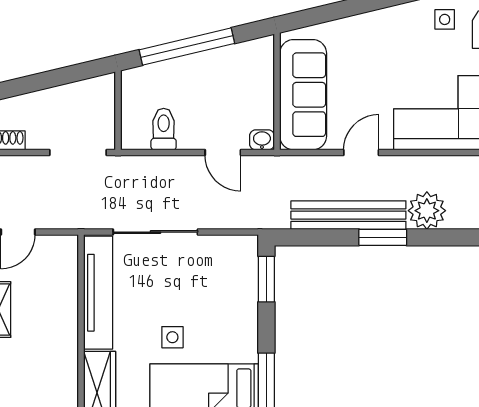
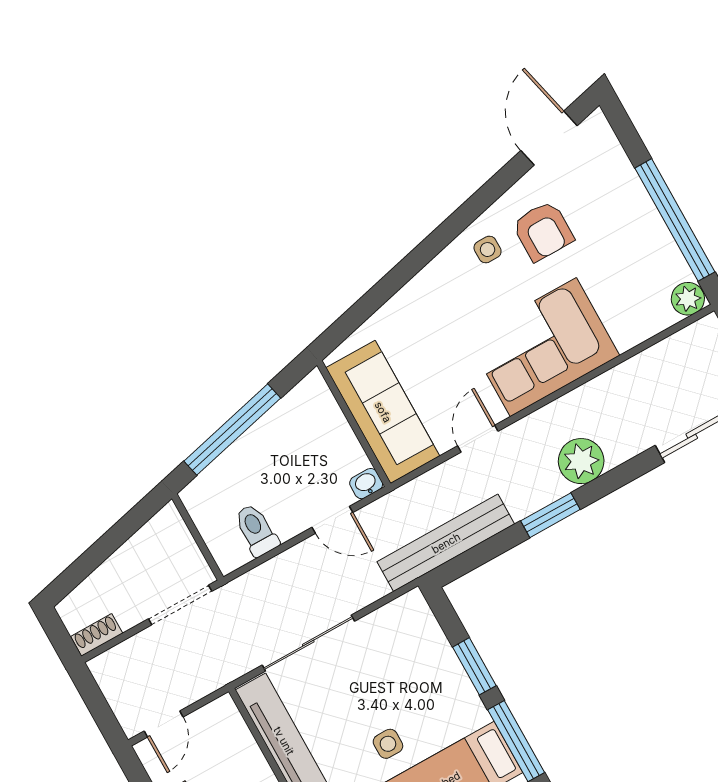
bench: (348, 215) -> (446, 543), moved
window: (266, 279) -> (474, 666), moved

